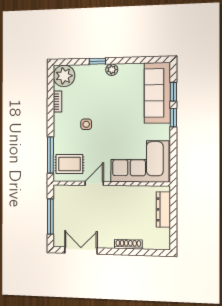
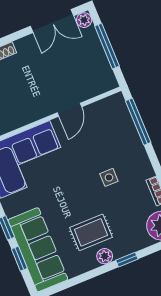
rug: (69, 164) -> (91, 232), moved
plant: (59, 241) -> (84, 20), added

